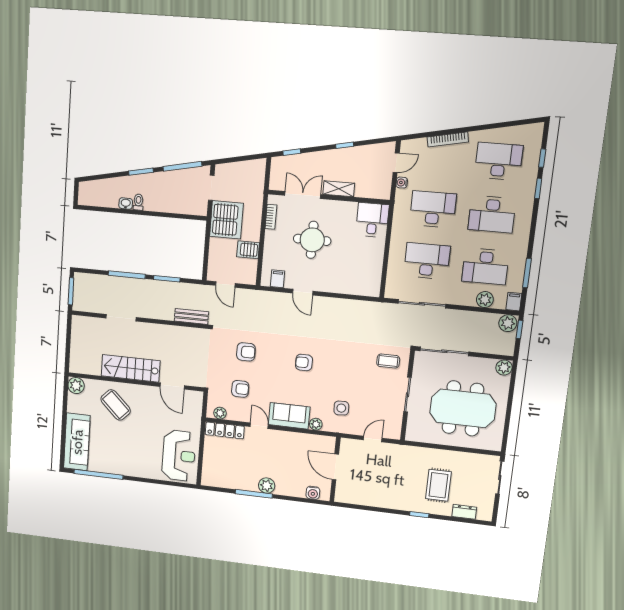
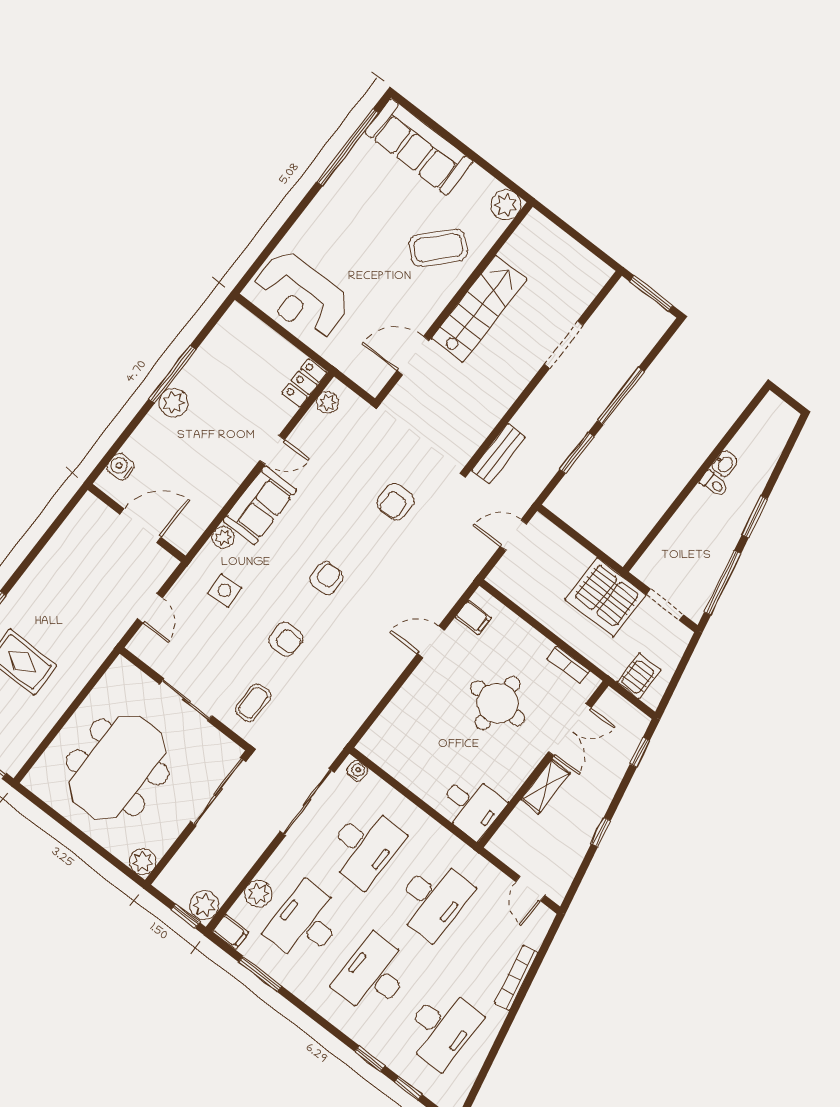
water cooler: (402, 183) -> (357, 771), moved
server rack: (248, 250) -> (639, 676), moved
armchair: (240, 389) -> (286, 639), moved, turned -90
locker: (225, 430) -> (304, 383), width x0.66

